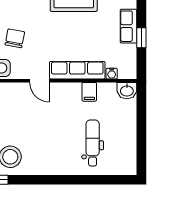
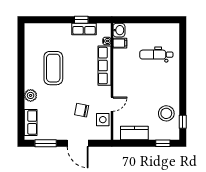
row of seats: (128, 26) -> (84, 29), moved
door: (39, 81) -> (112, 104), moved
filing cabinet: (89, 92) -> (120, 43), moved

